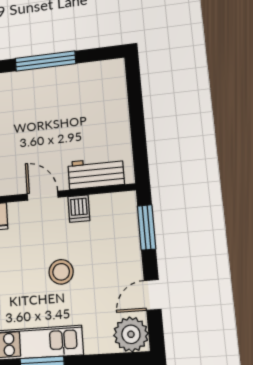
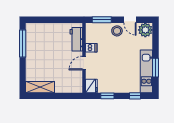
window: (45, 61) -> (23, 43), moved
stool: (61, 272) -> (117, 31), moved

